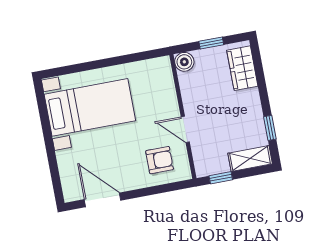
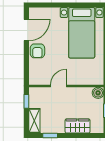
wardrobe: (242, 68) -> (78, 126), moved
armchair: (160, 160) -> (37, 51), moved

